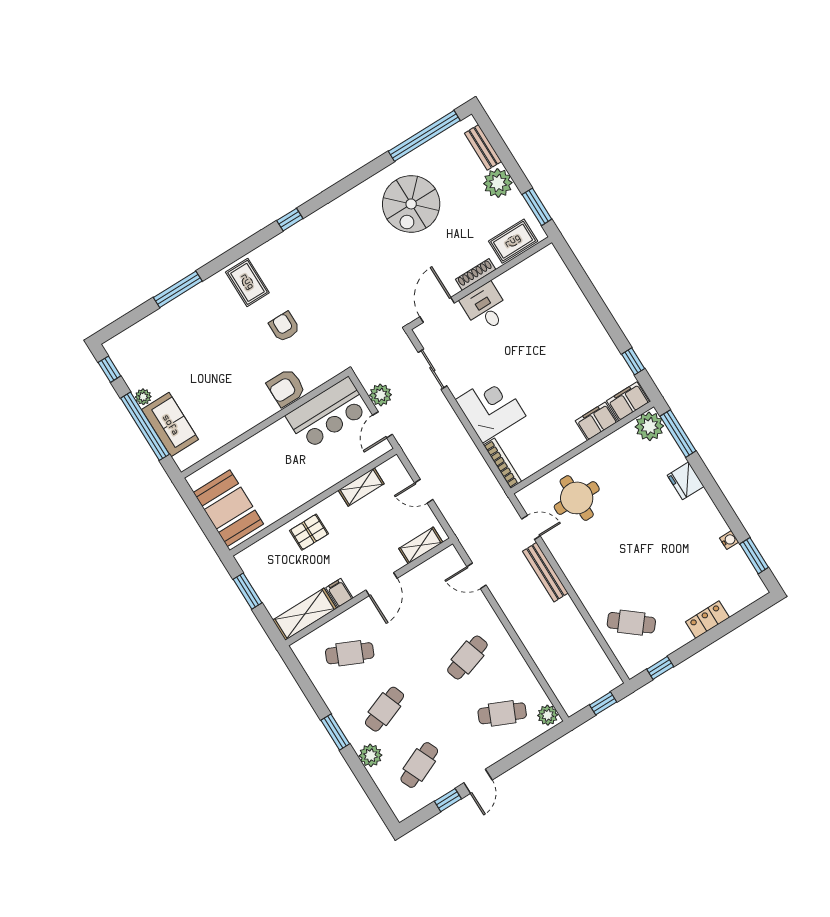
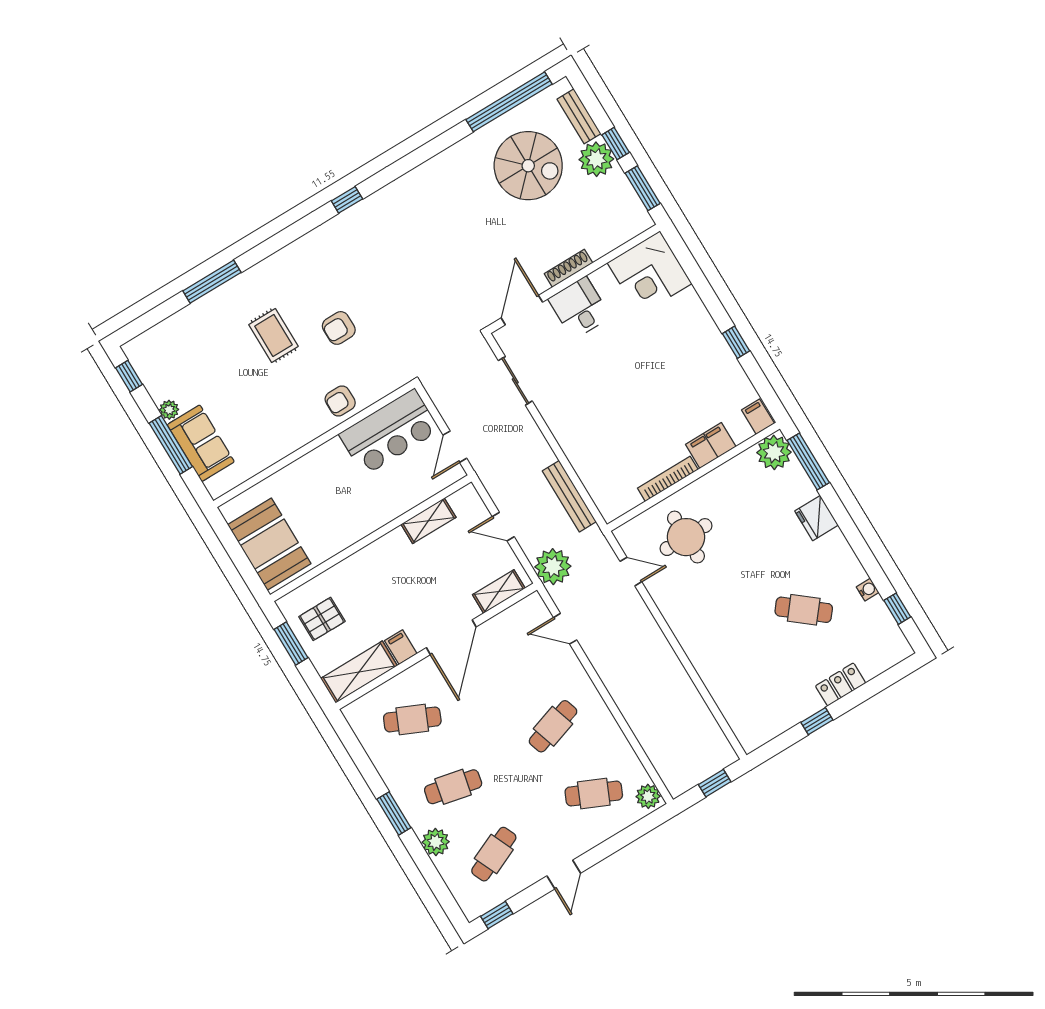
window: (514, 170) -> (616, 144), added
spiral stairs: (411, 204) -> (528, 166), moved, turned -90
rug: (513, 241) -> (614, 229), removed
rug: (247, 282) -> (273, 335), moved
armchair: (284, 327) -> (339, 328), turned -90
window: (633, 361) -> (736, 342), moved
armchair: (286, 388) -> (340, 401), width x0.72, depth x0.72
plant: (381, 395) -> (553, 567), moved, width x1.36, depth x1.36
filing cabinet: (628, 401) -> (758, 417), width x0.50
corner desk: (491, 408) -> (650, 273), moved, turned 180
window: (145, 426) -> (171, 445), width x0.68
bookcase: (502, 463) -> (668, 479), moved, turned -90
pallet: (309, 532) -> (322, 619), moved
window: (754, 556) -> (897, 609), width x0.67
bench: (545, 572) -> (569, 496), moved
door: (381, 584) -> (451, 637), width x1.36
cafe table: (631, 623) -> (804, 610), moved
window: (660, 668) -> (817, 721), moved
cafe table: (384, 709) -> (453, 787), turned 33
window: (448, 800) -> (497, 915), moved

